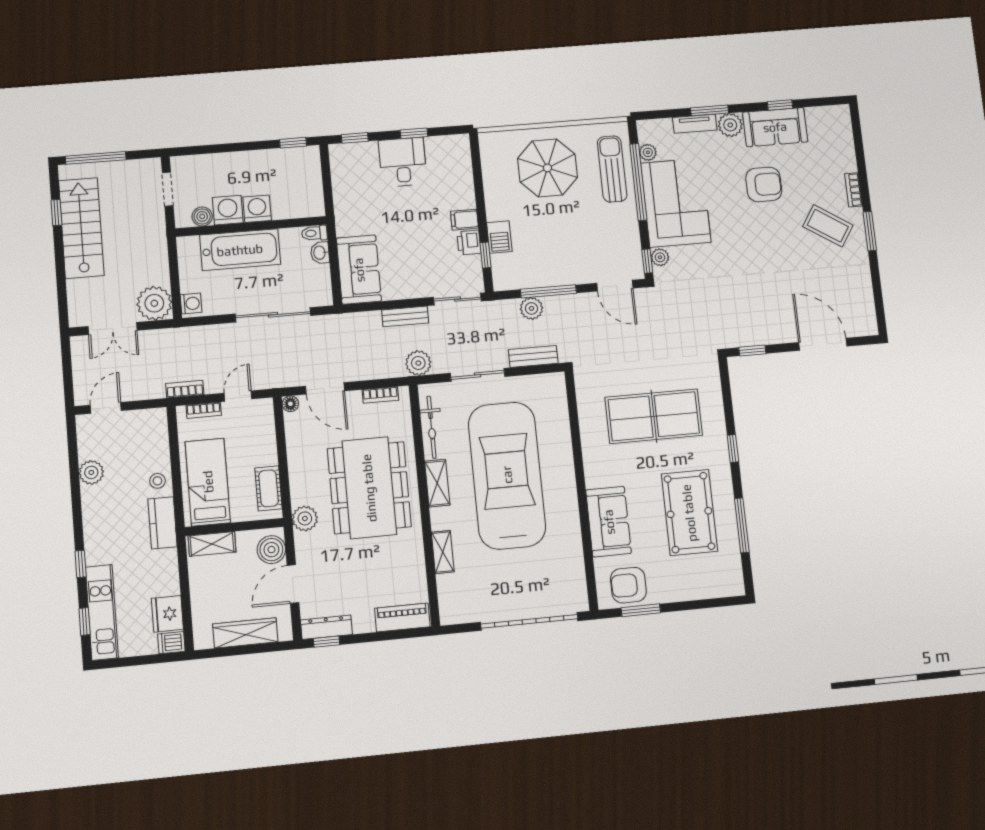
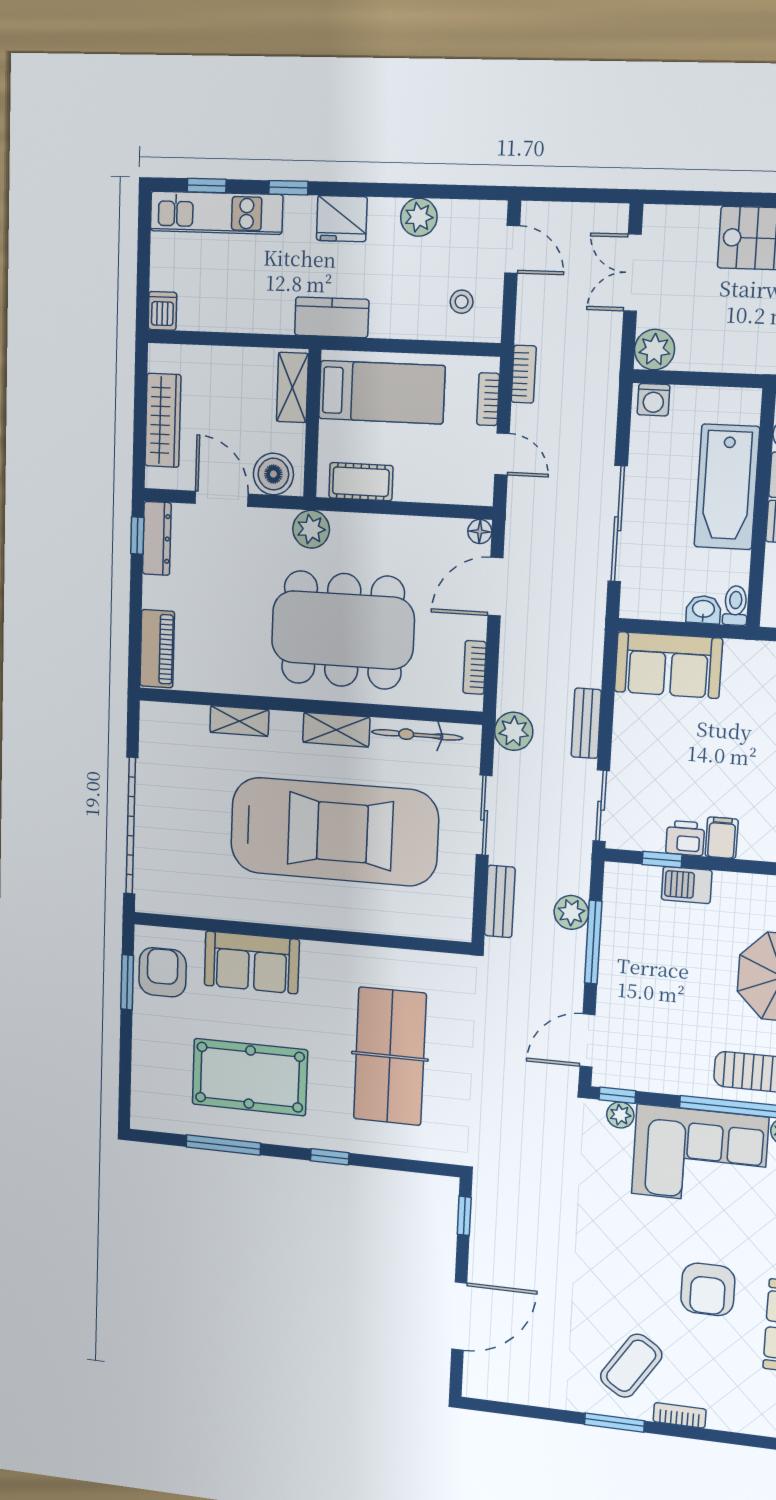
plant: (154, 303) -> (655, 350), width x0.73, depth x0.73
stool: (157, 481) -> (462, 302), moved
fridge: (167, 614) -> (342, 219), moved, turned 180

